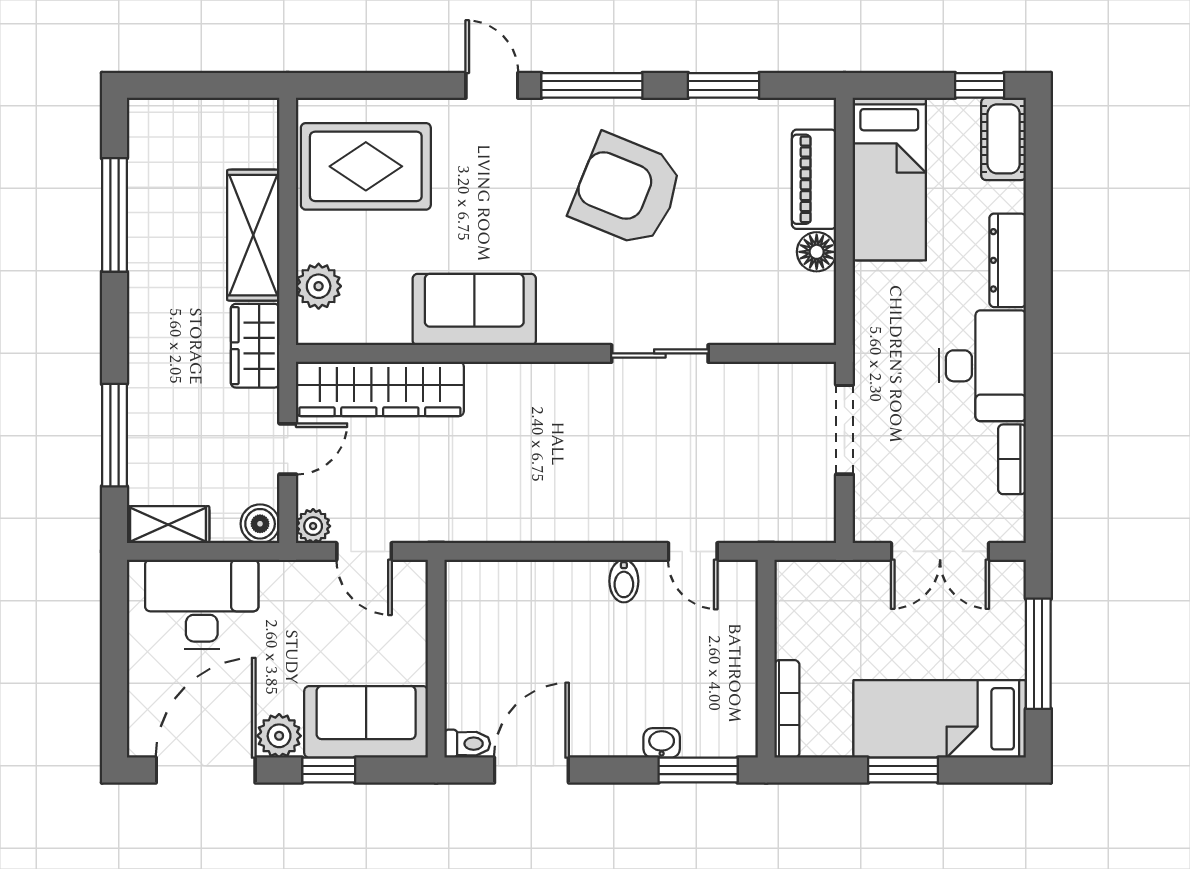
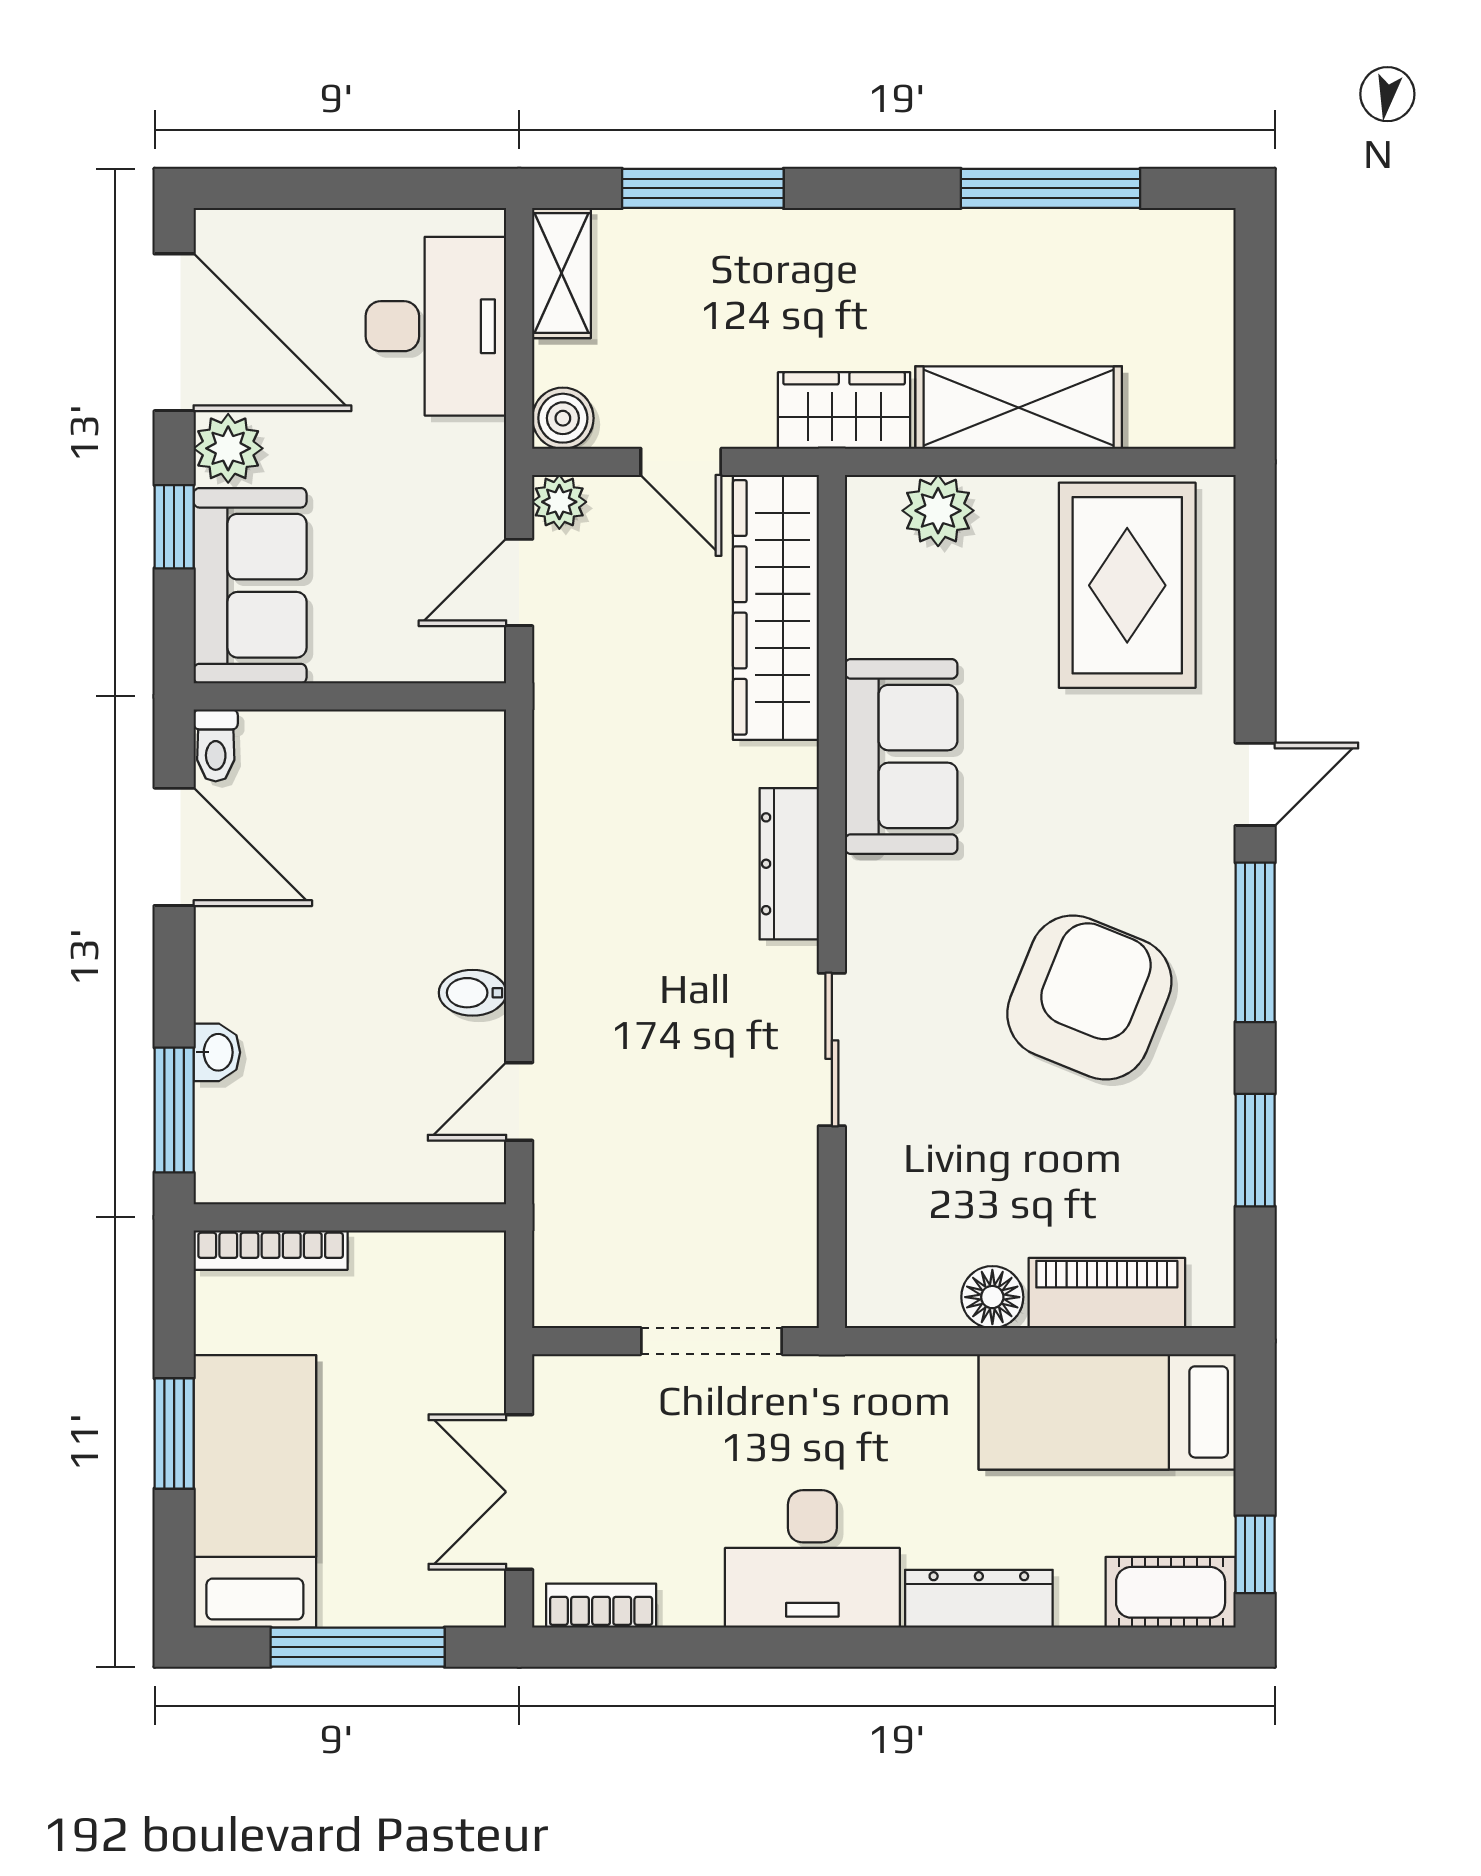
dresser: (542, 380) -> (789, 864), added
bookcase: (1012, 459) -> (601, 1606), moved

